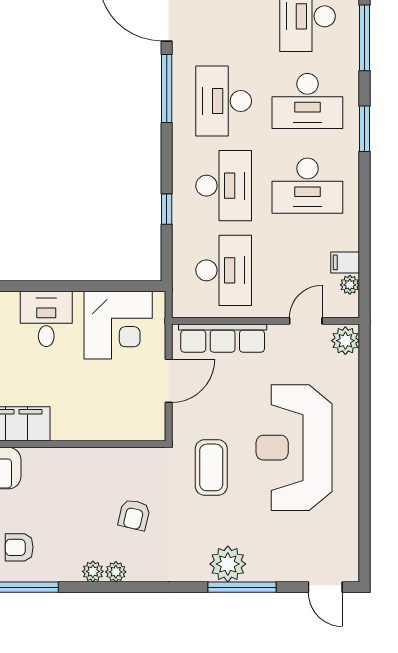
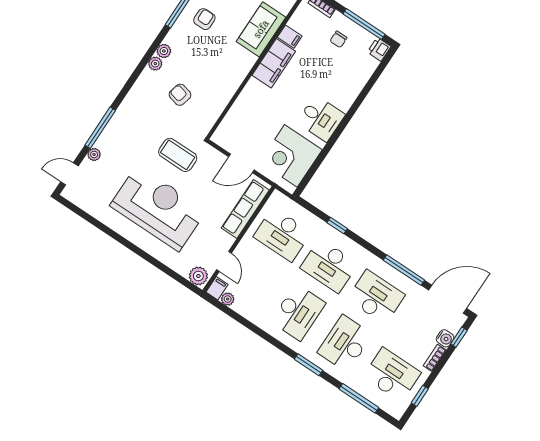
desk: (307, 186) -> (298, 312), turned 180
filing cabinet: (345, 262) -> (217, 288), moved
door: (169, 381) -> (241, 163), hinge flipped
plant: (228, 564) -> (94, 154), moved, width x0.53, depth x0.53

